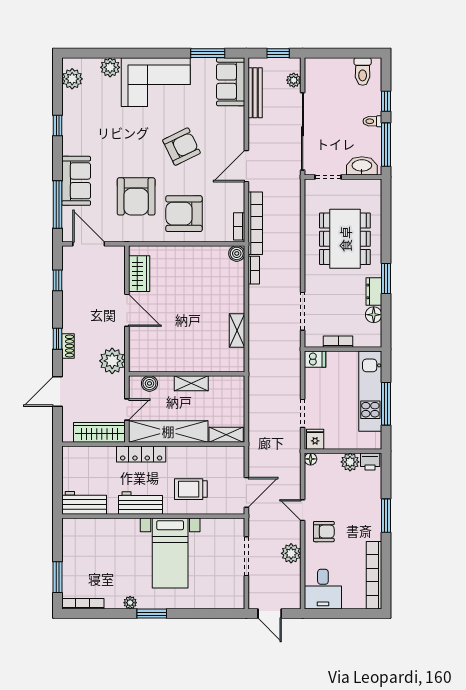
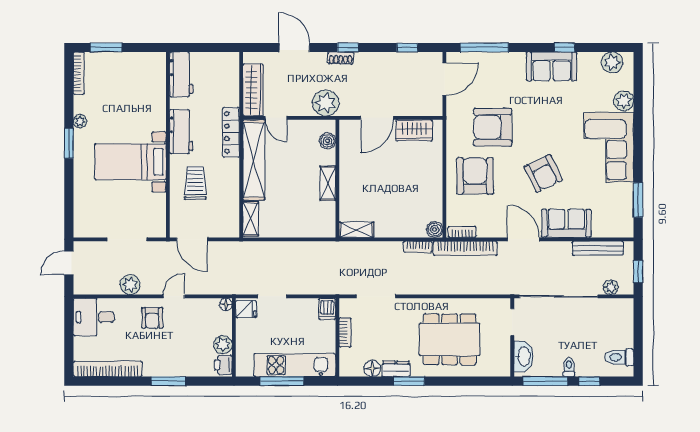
sofa: (231, 82) -> (566, 223), moved
sofa: (76, 181) -> (552, 66), moved
wall: (187, 374) -> (337, 179), moved
boiler: (149, 383) -> (328, 141), moved
shelving: (191, 383) -> (328, 183), moved

